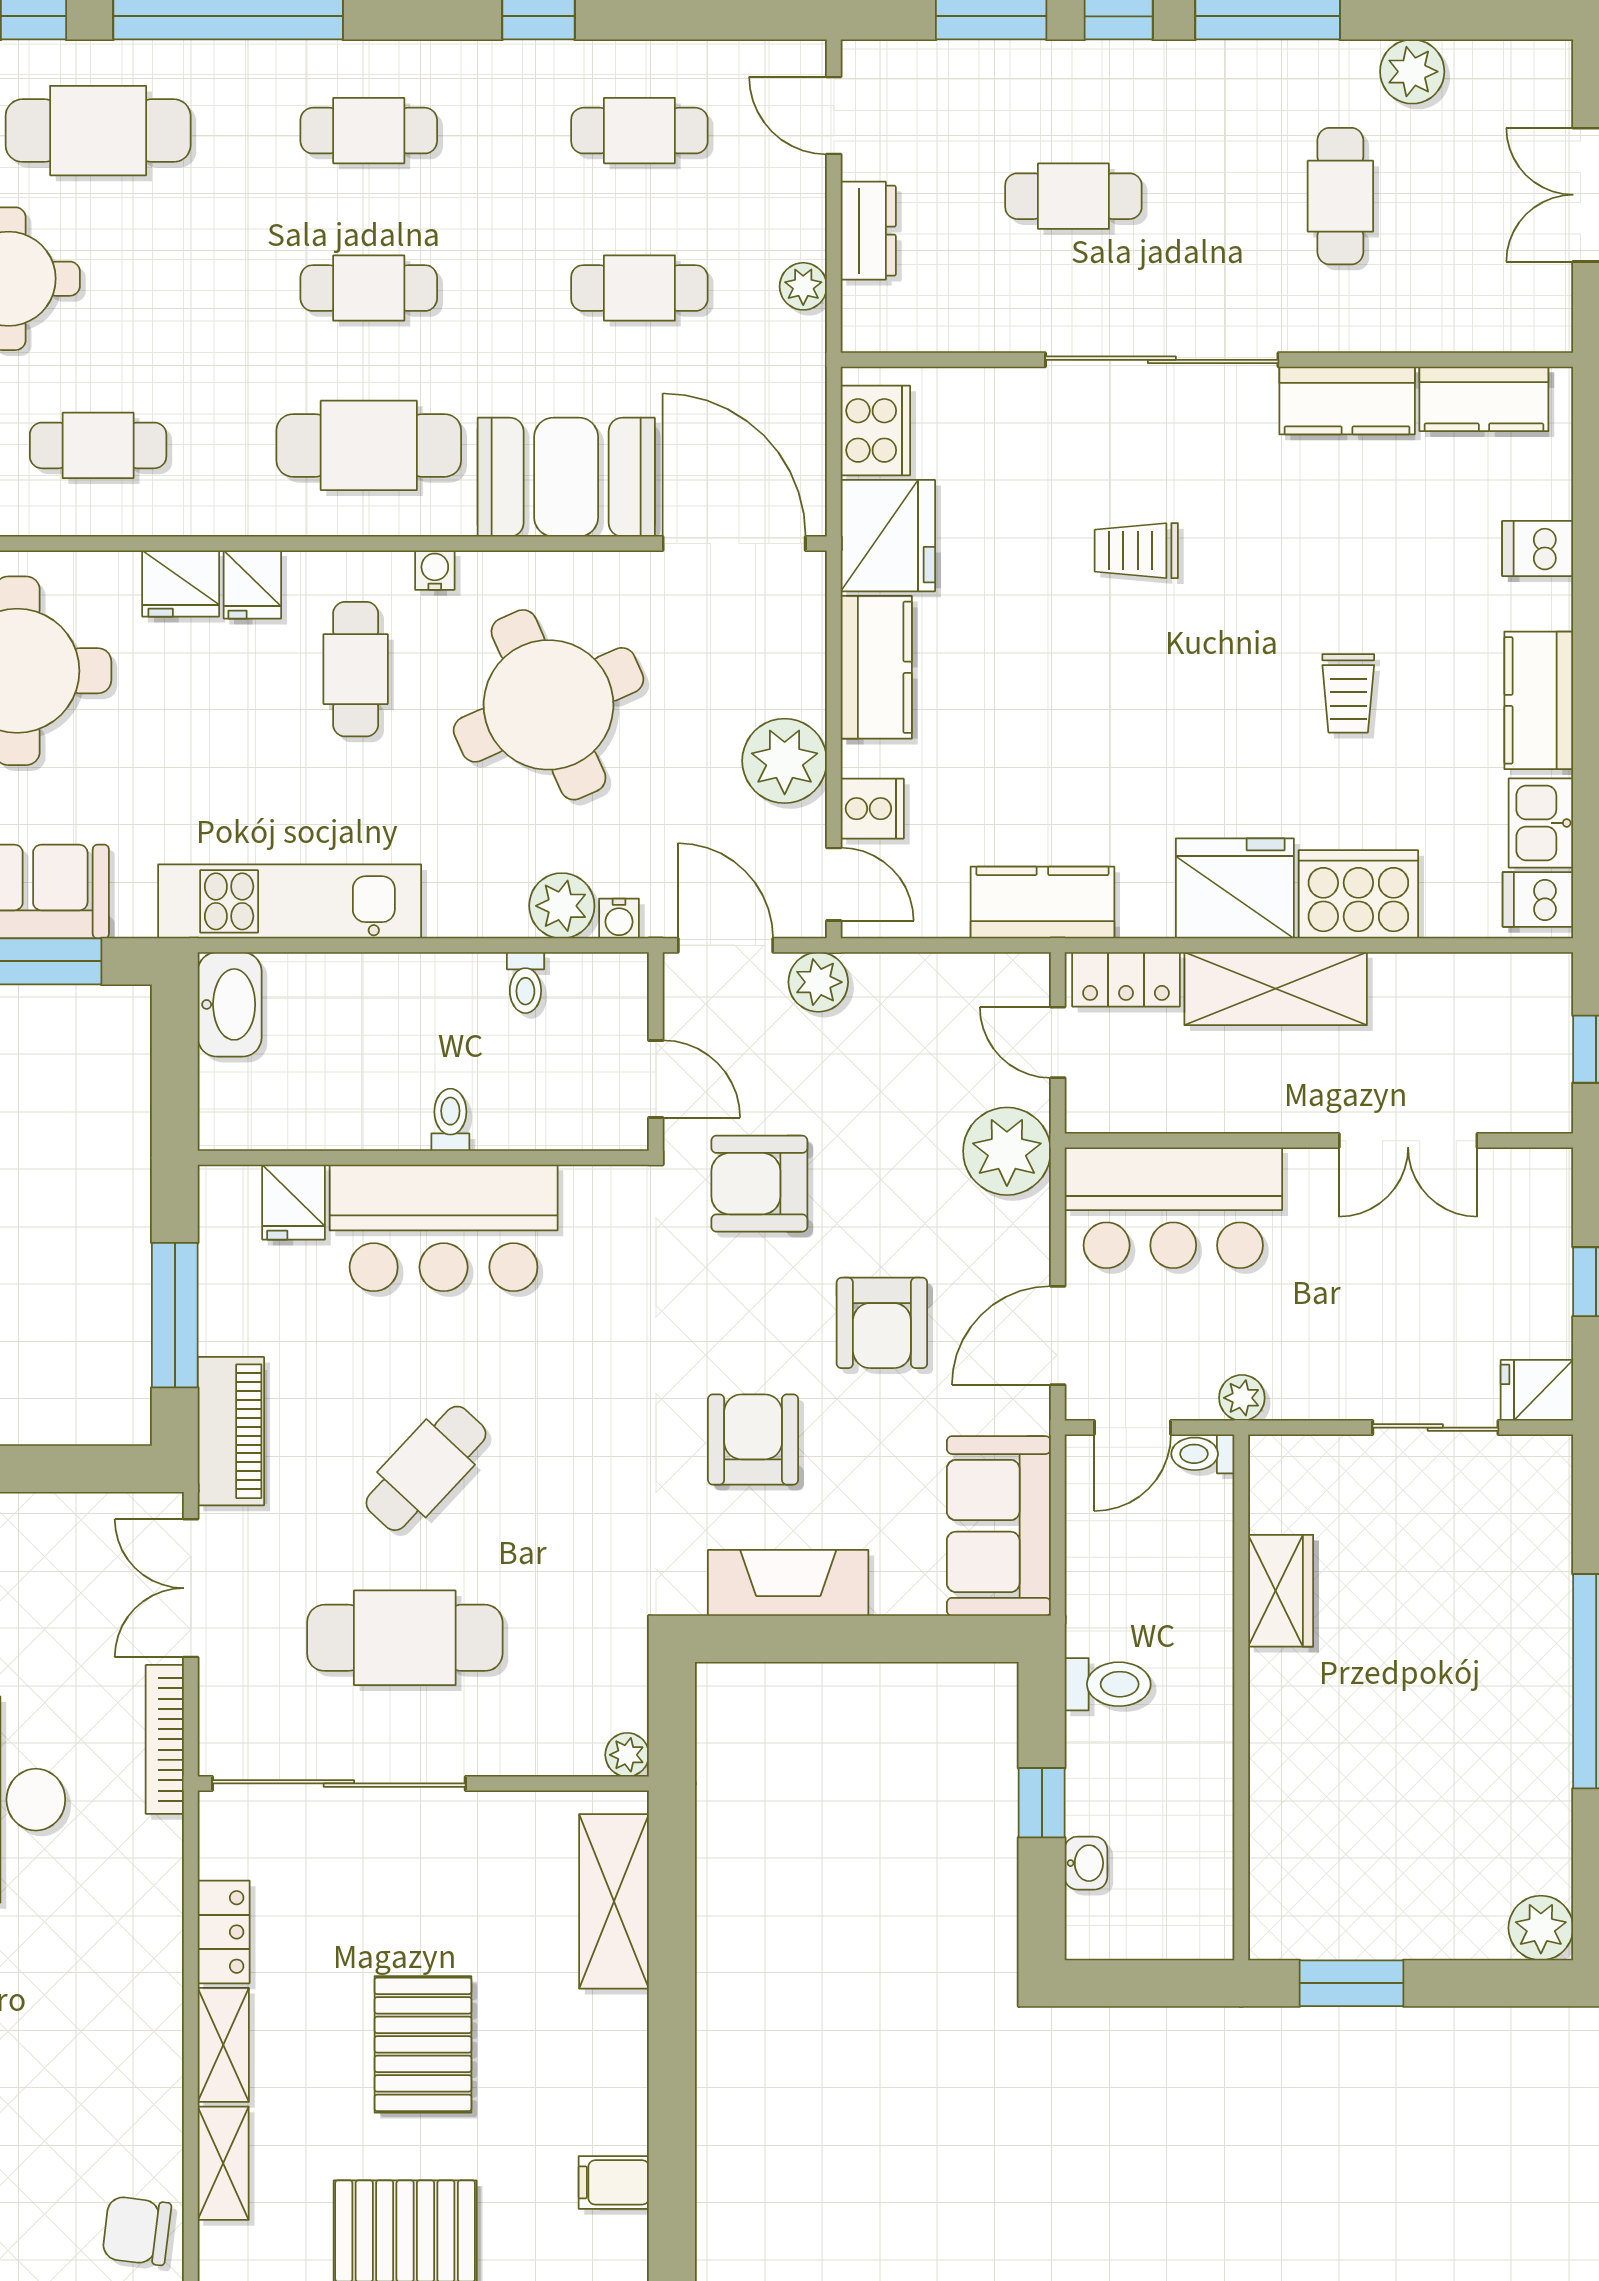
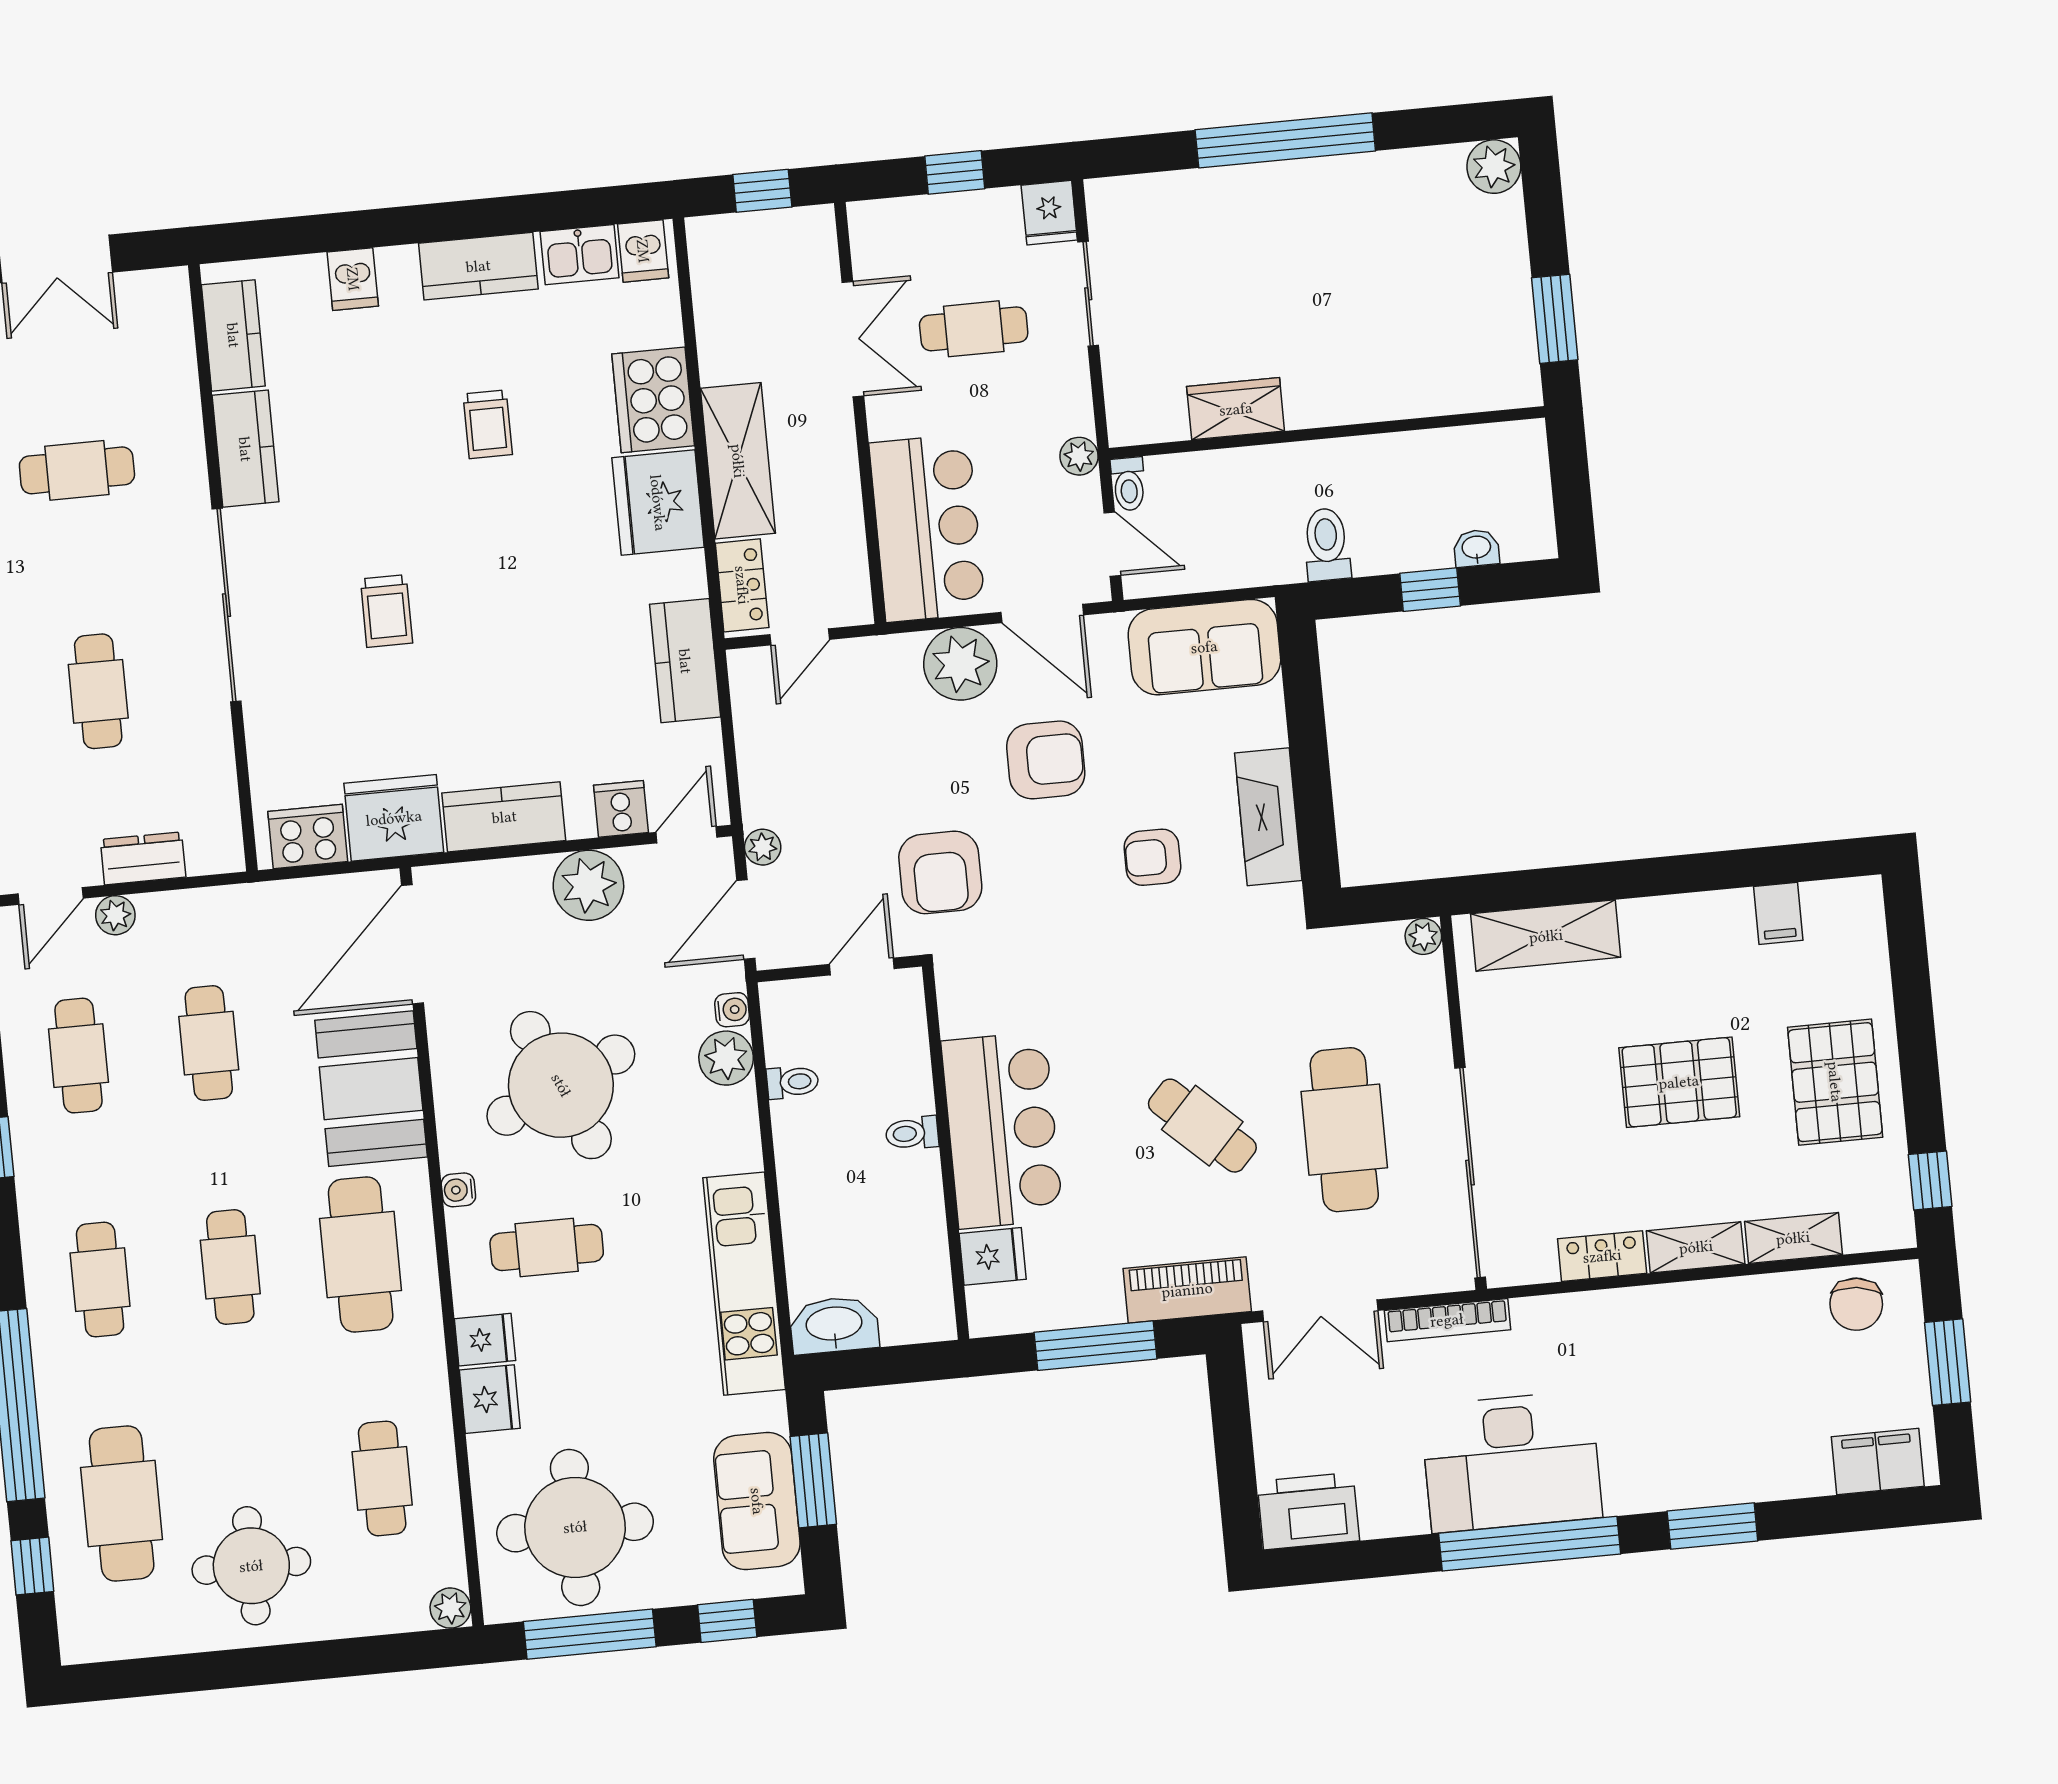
plant: (803, 286) -> (115, 915), moved
trolley: (1348, 693) -> (488, 424), turned 90
plant: (818, 982) -> (763, 847), width x0.73, depth x0.73
plant: (1007, 1151) -> (960, 664), moved
cafe table: (1406, 1286) -> (974, 329), added
armchair: (753, 1439) -> (1152, 857), width x0.72, depth x0.72

